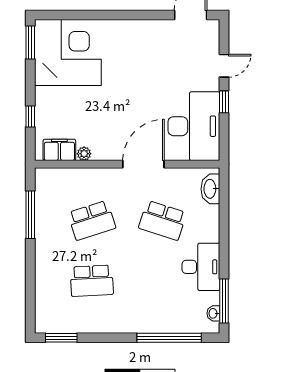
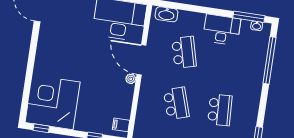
window: (30, 42) -> (41, 128), width x0.67
filing cabinet: (59, 150) -> (121, 125), width x0.50
plant: (84, 154) -> (131, 79), moved
school desk: (163, 220) -> (184, 52), turned -33

